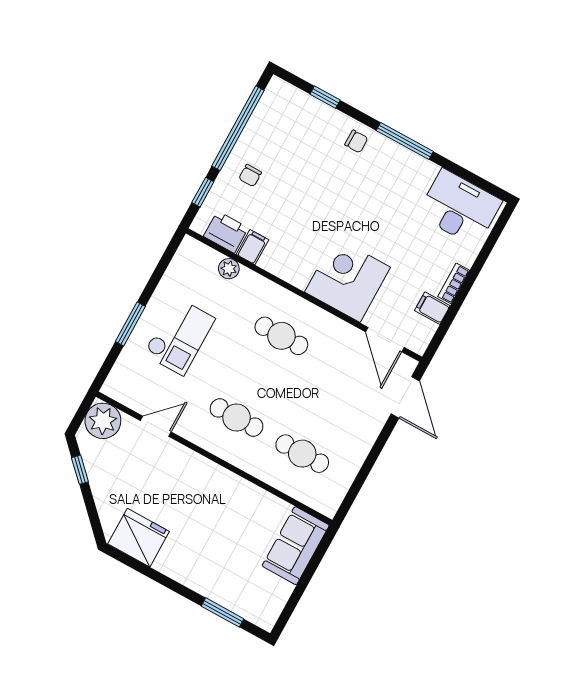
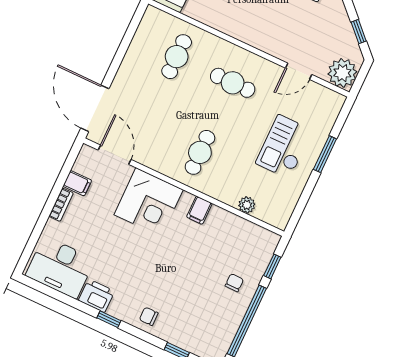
window: (405, 141) -> (109, 319), width x0.46
printer: (226, 232) -> (97, 296), moved, turned 180
filing cabinet: (252, 247) -> (199, 210), moved
cafe table: (281, 336) -> (200, 152), turned 90
door: (405, 397) -> (95, 108), width x1.36
cafe table: (302, 454) -> (177, 57), turned 90

